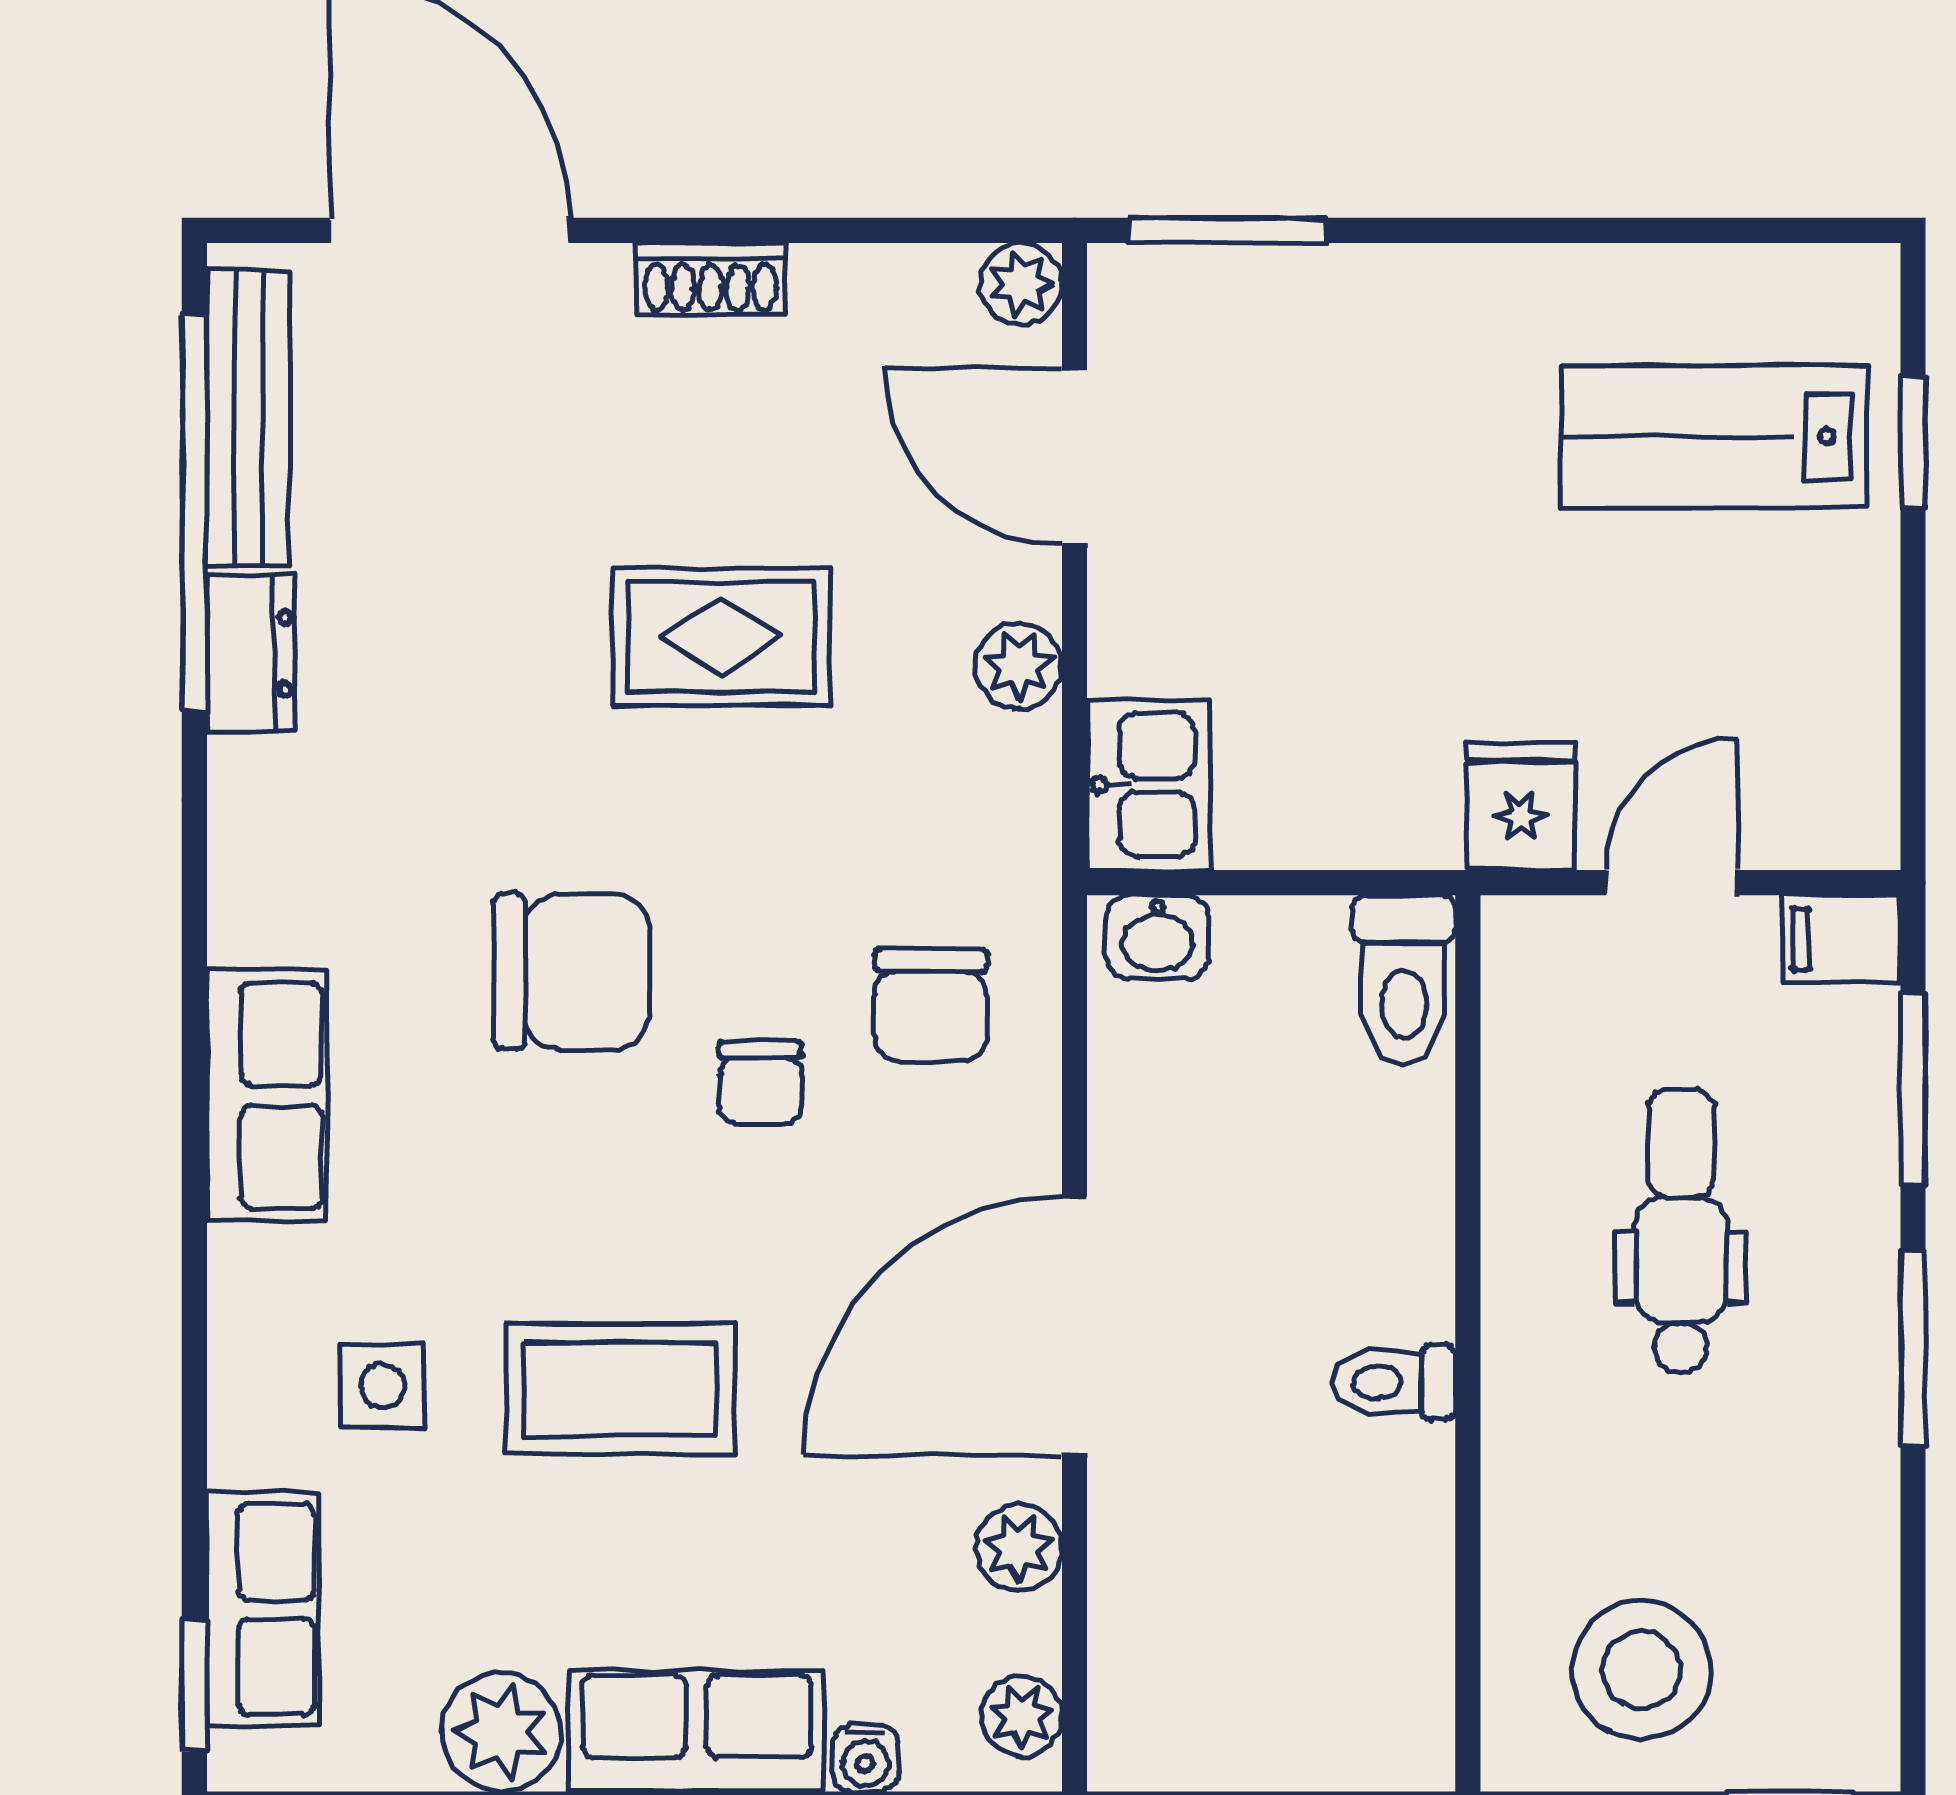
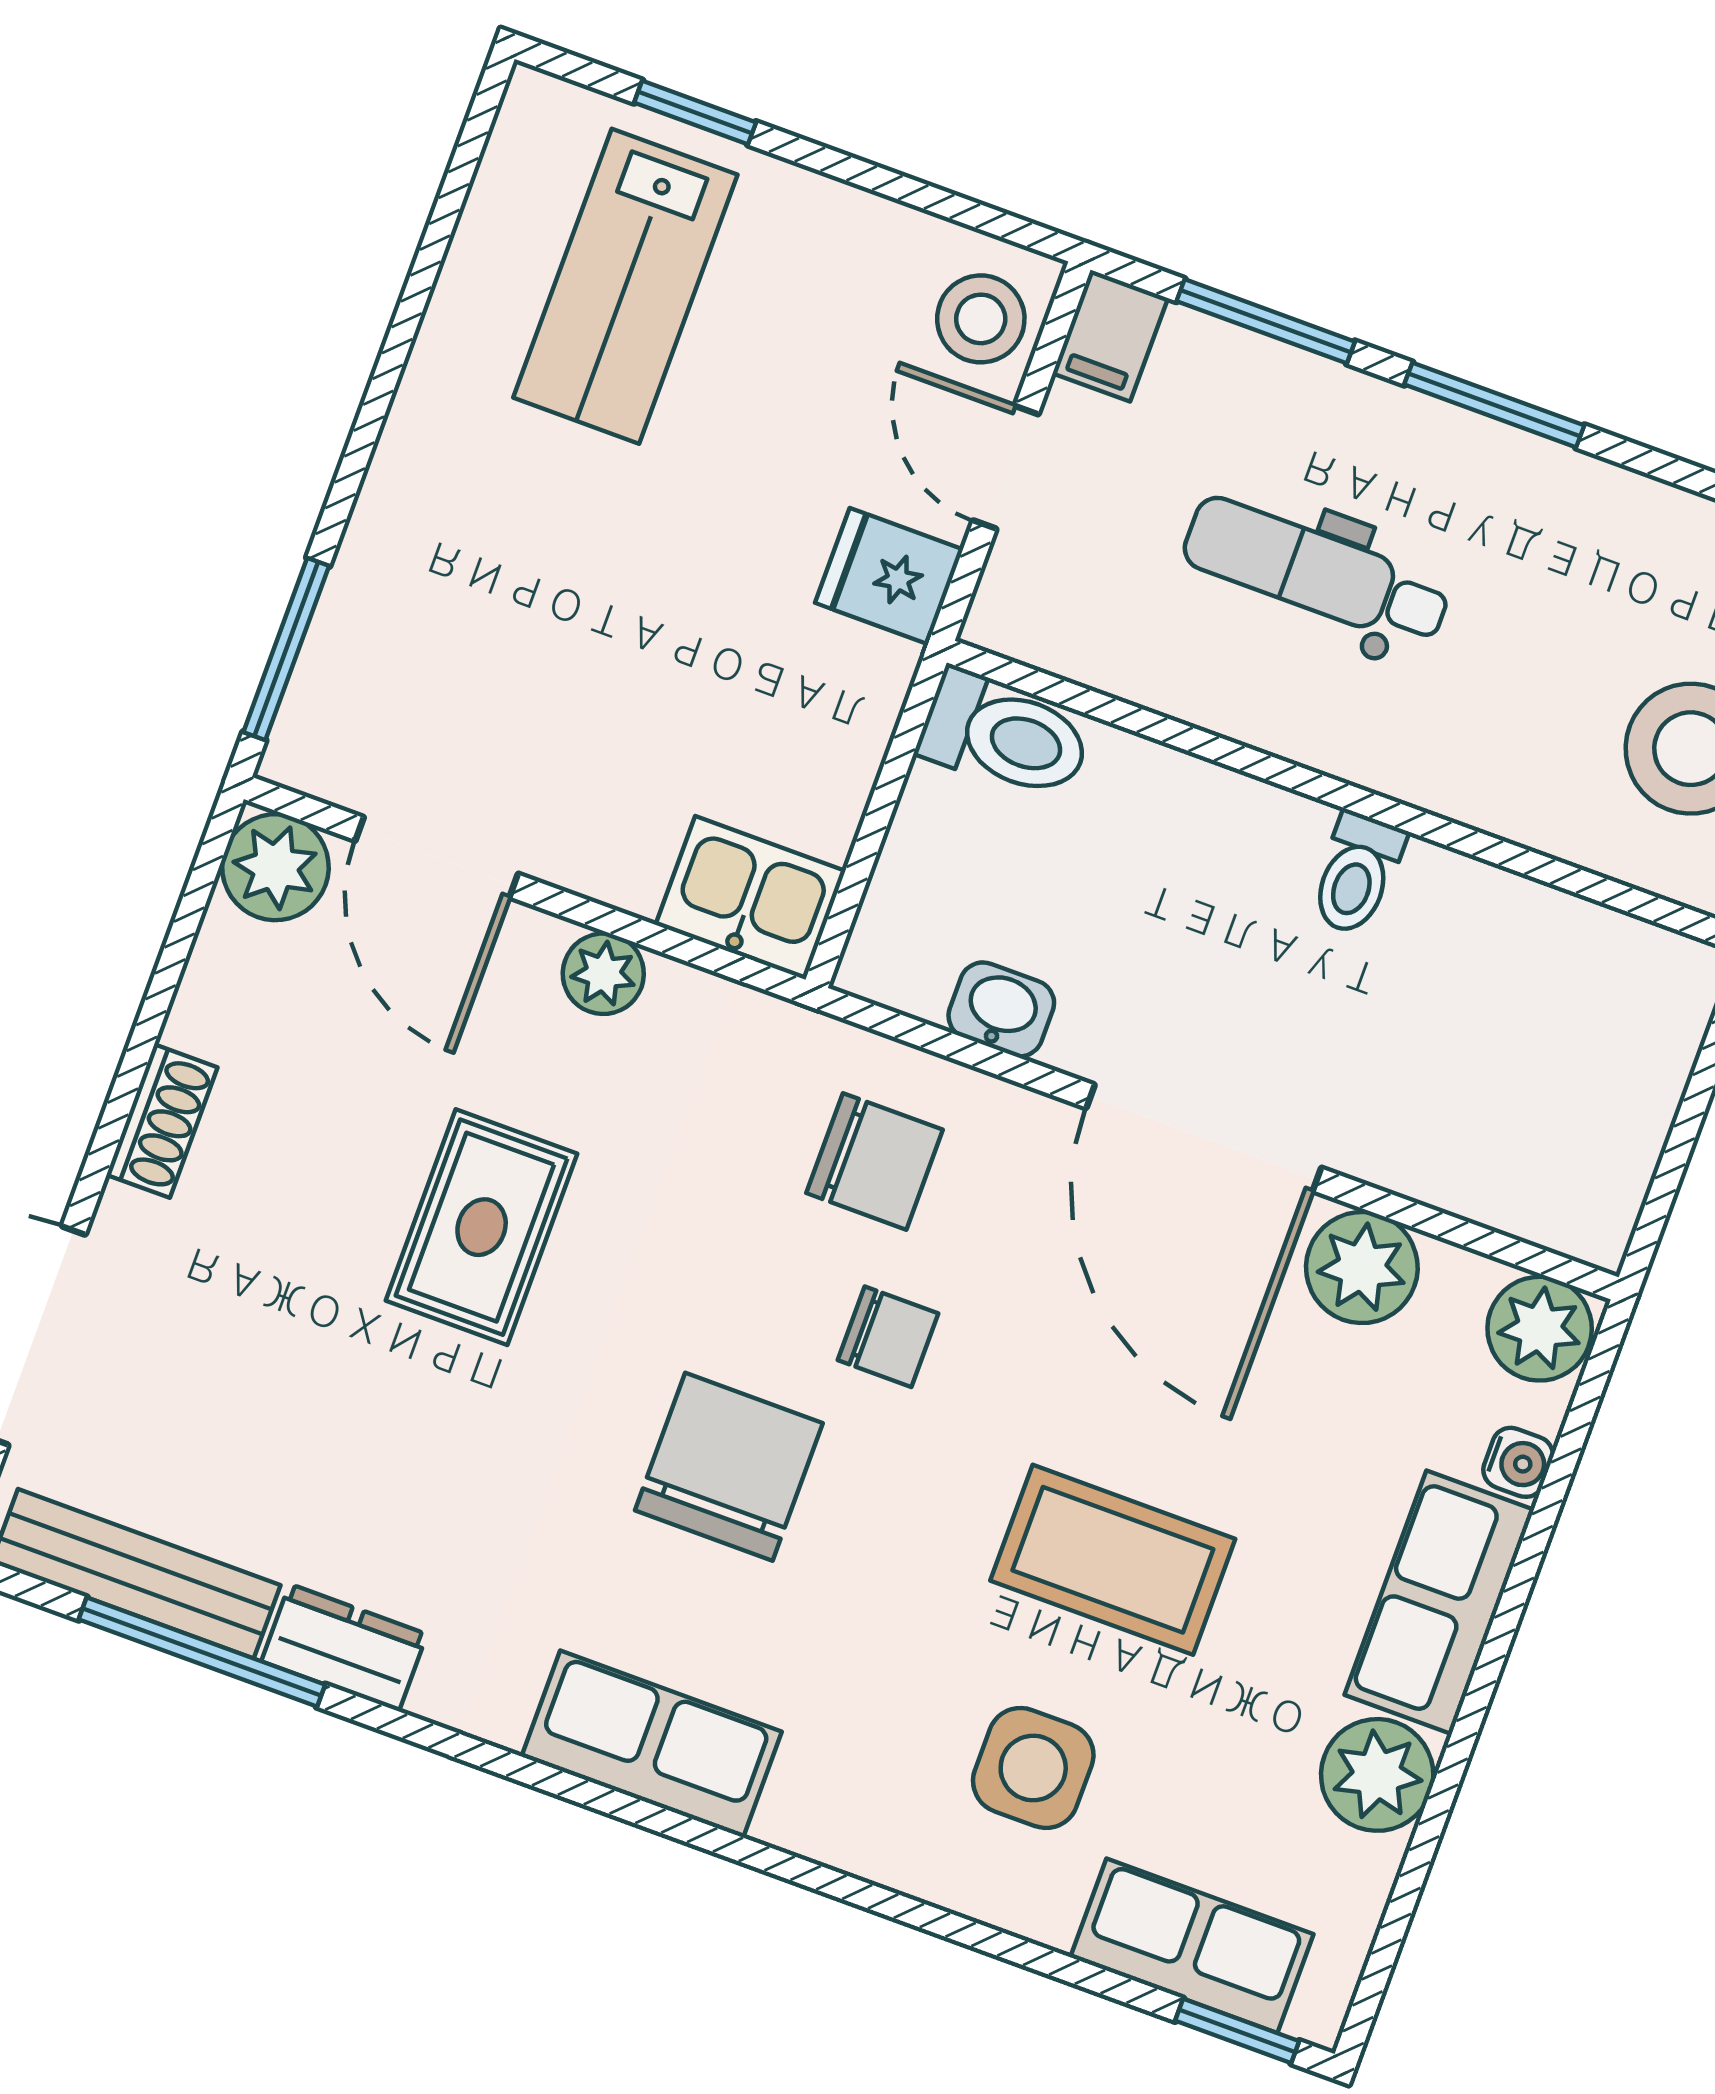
plant: (1021, 284) -> (275, 867), width x1.38, depth x1.38
door: (1074, 457) -> (437, 857), hinge flipped
window: (194, 513) -> (202, 1652), width x0.68
stool: (1811, 804) -> (981, 319), added
washbasin: (1158, 937) -> (1001, 1009), moved, turned -90
row of seats: (267, 1095) -> (652, 1744), moved
side table: (383, 1386) -> (1033, 1768), width x1.37, depth x1.37
coffee table: (620, 1389) -> (1113, 1560), turned 90
plant: (1019, 1547) -> (1362, 1268), width x1.38, depth x1.38
plant: (1022, 1716) -> (1540, 1329), width x1.38, depth x1.38

